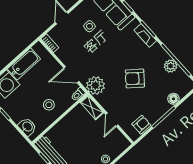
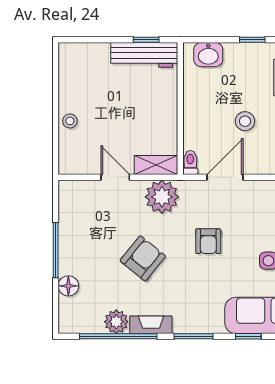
fireplace: (145, 35) -> (151, 325), moved
plant: (95, 85) -> (162, 197), moved
stool: (49, 105) -> (245, 121), moved
armchair: (141, 125) -> (208, 241), moved

